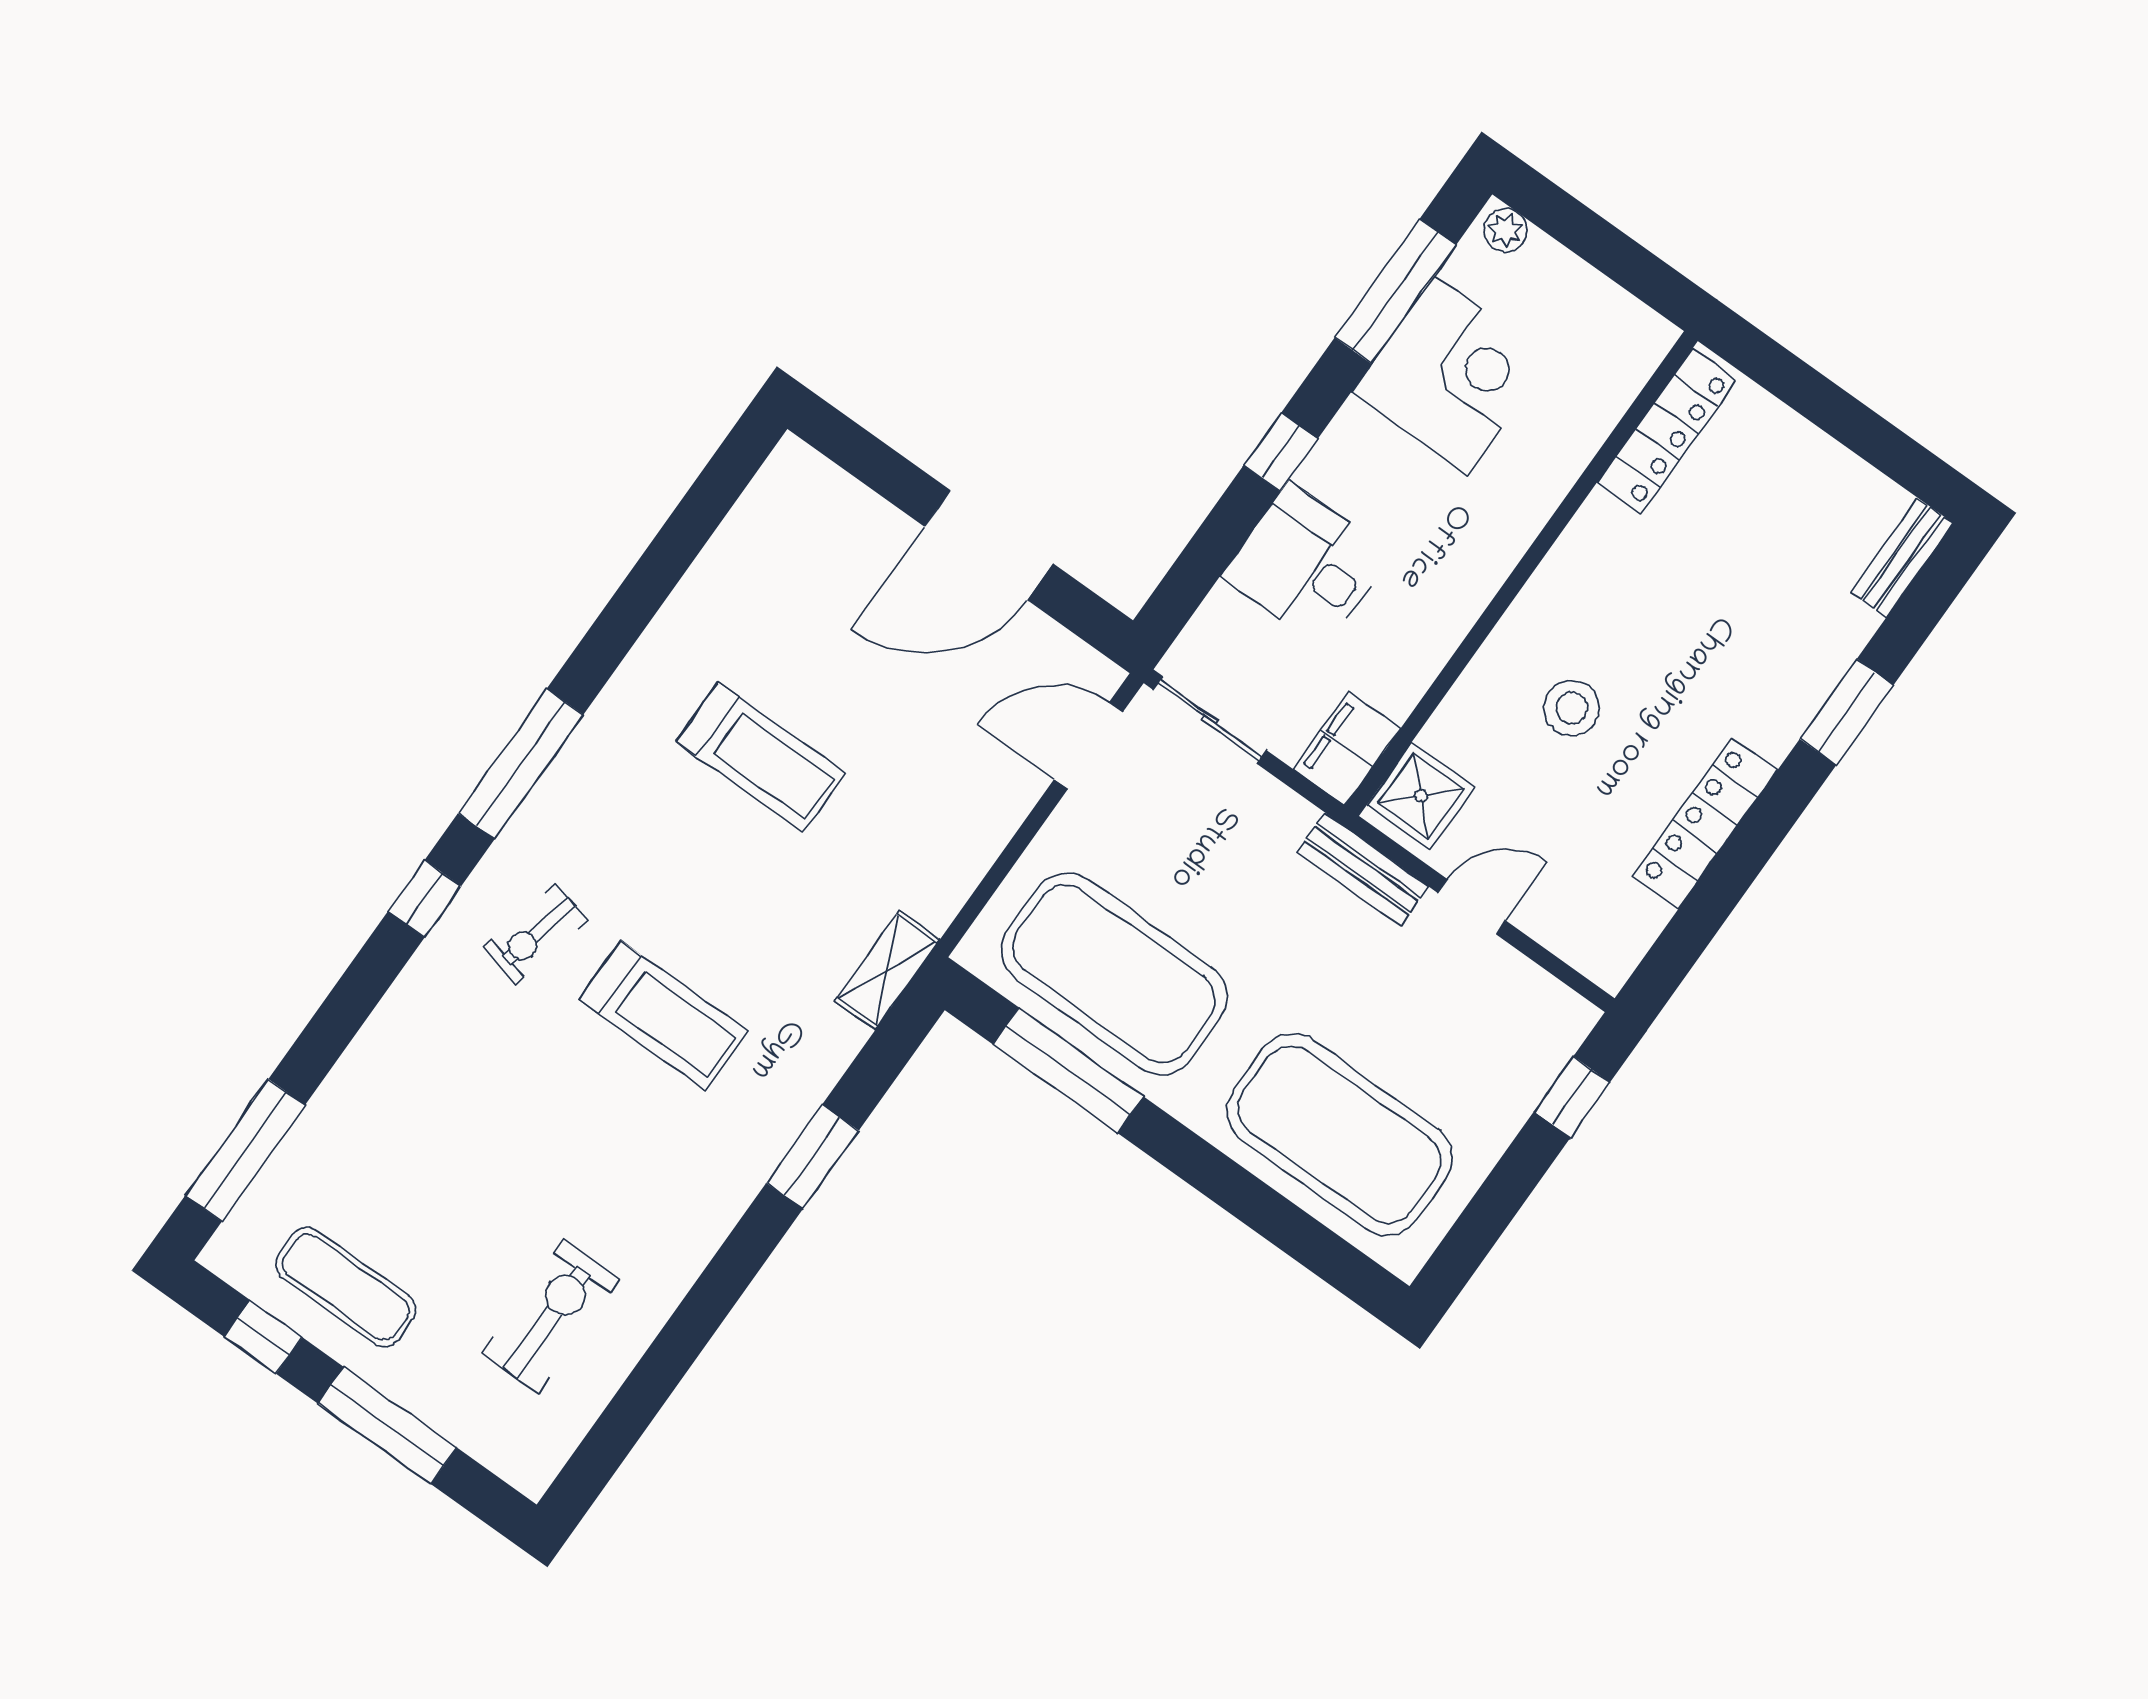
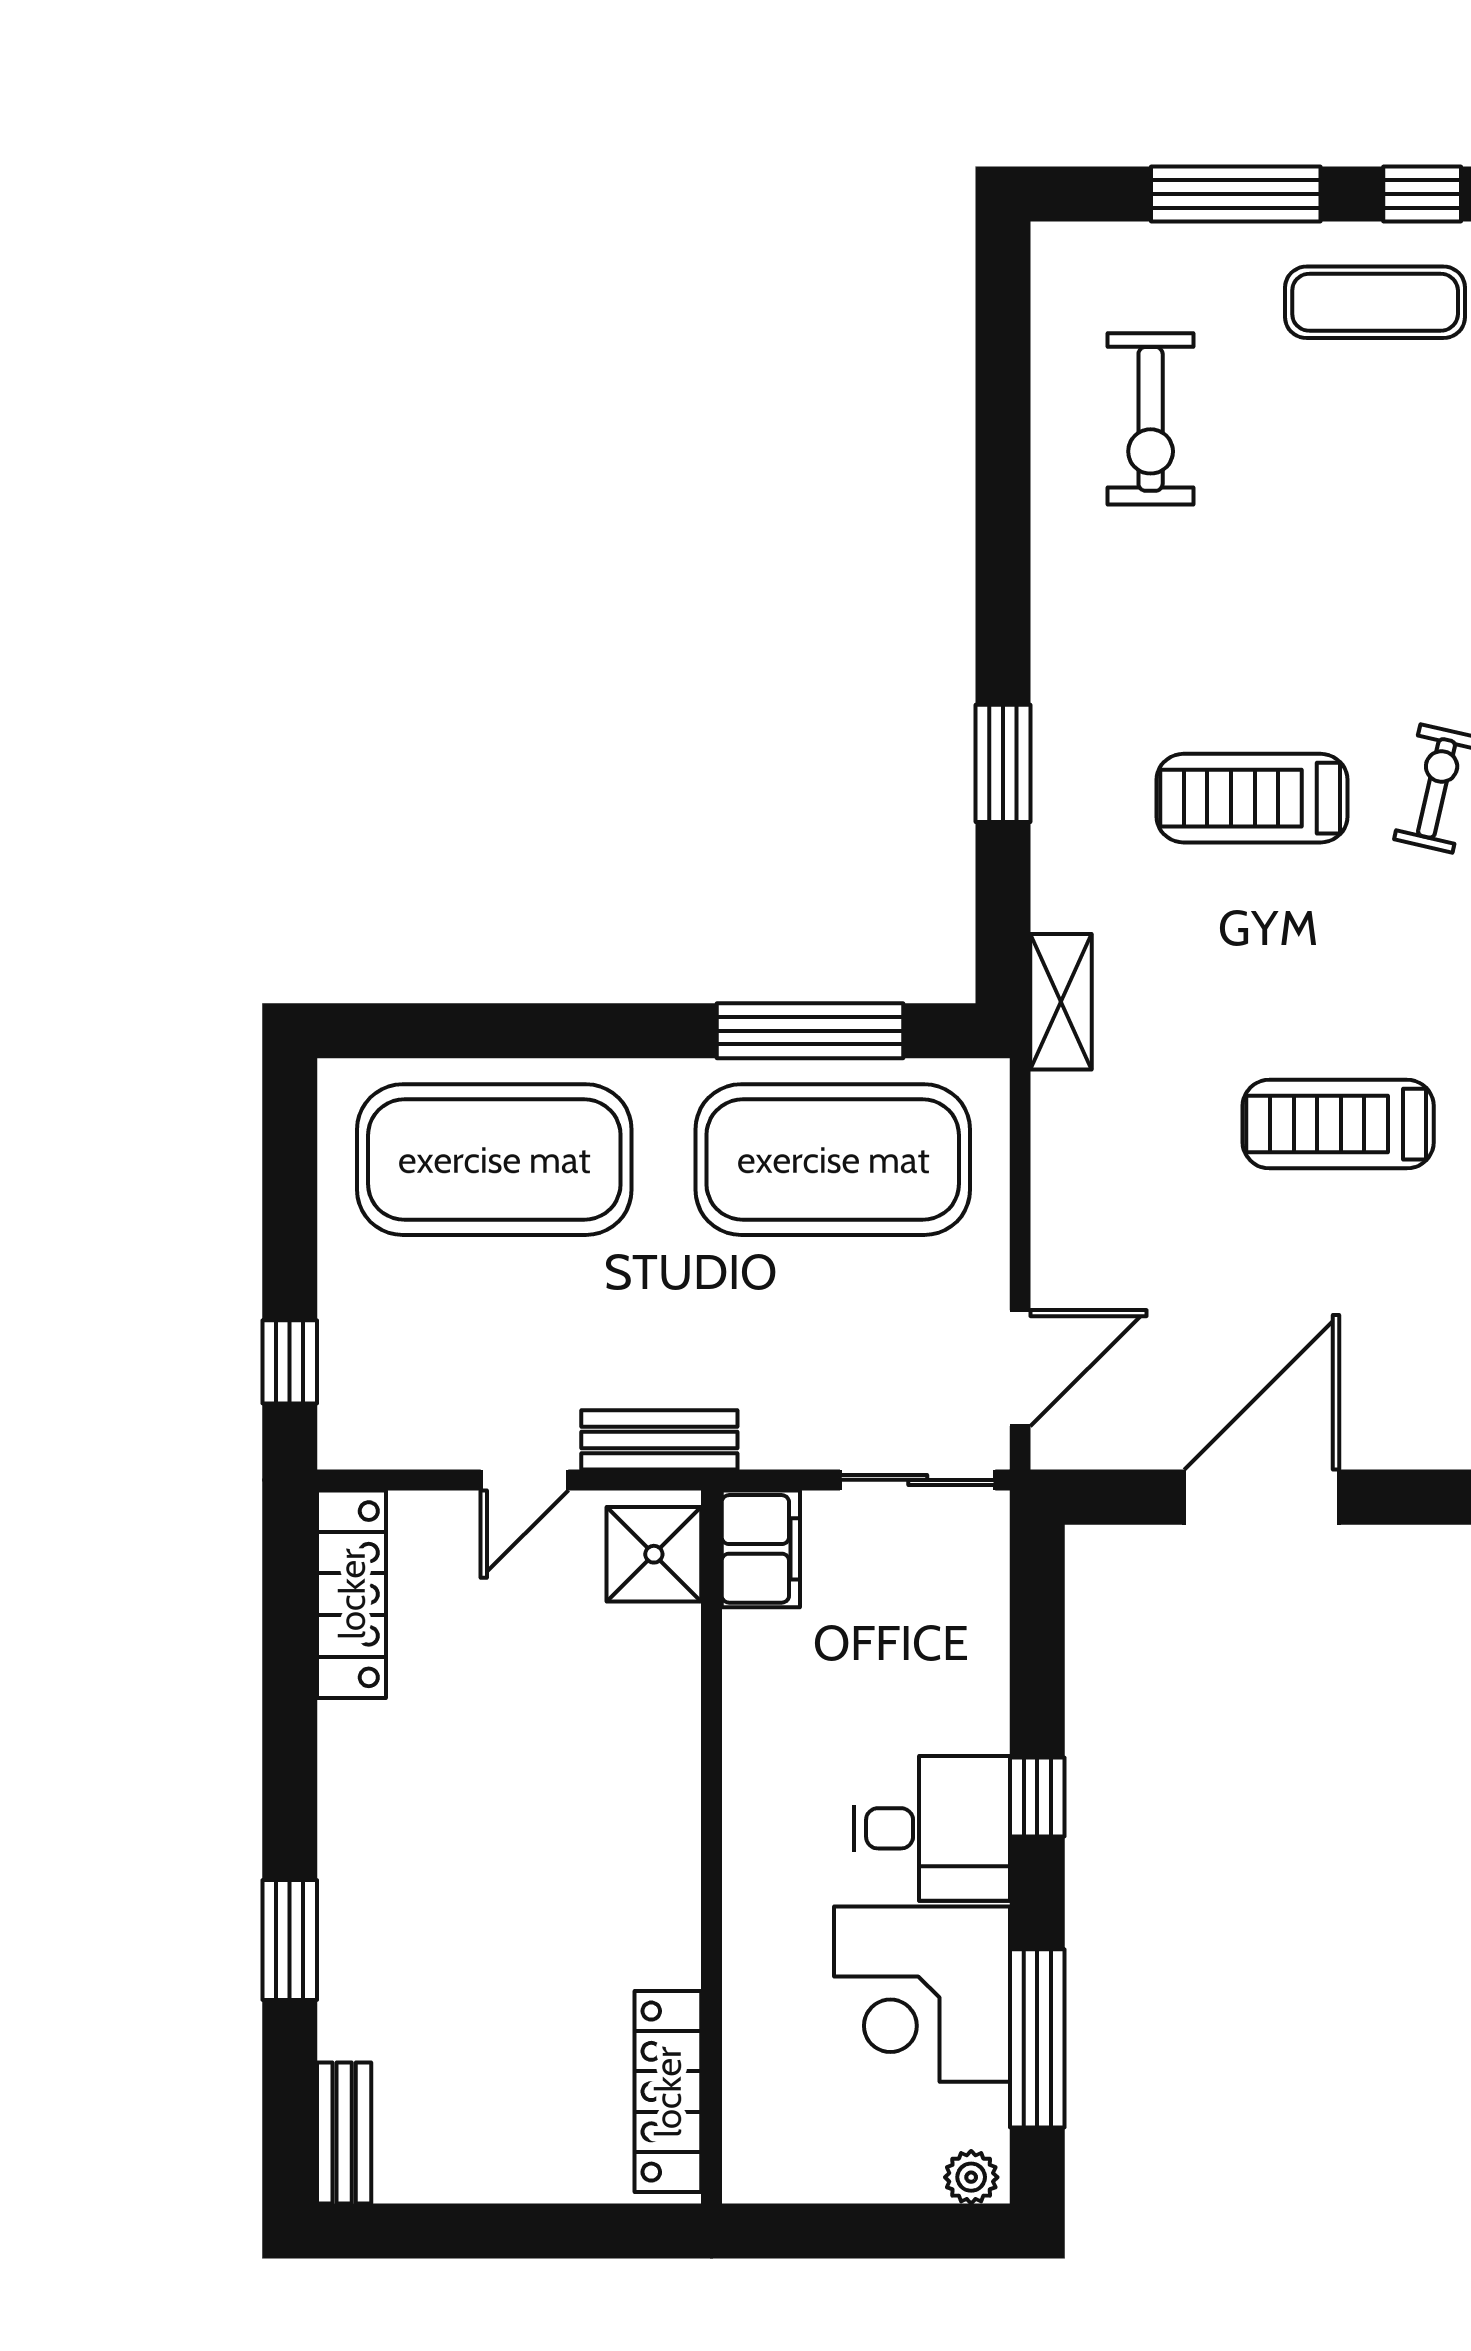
desk: (1306, 565) -> (932, 1828), moved
stool: (1572, 708) -> (566, 1749), removed
locker: (1705, 823) -> (352, 1594), moved

